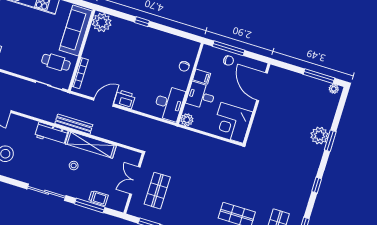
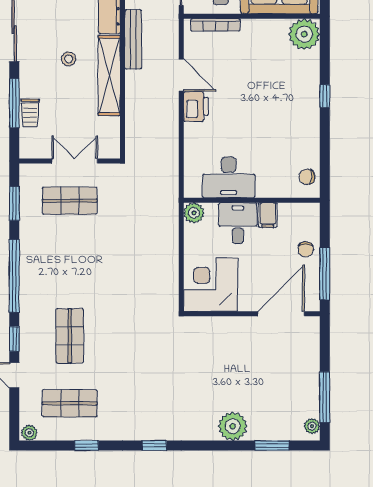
window: (229, 48) -> (325, 274), moved
chair: (184, 66) -> (307, 177), moved
desk: (169, 103) -> (229, 177), moved
window: (330, 141) -> (272, 445), moved

